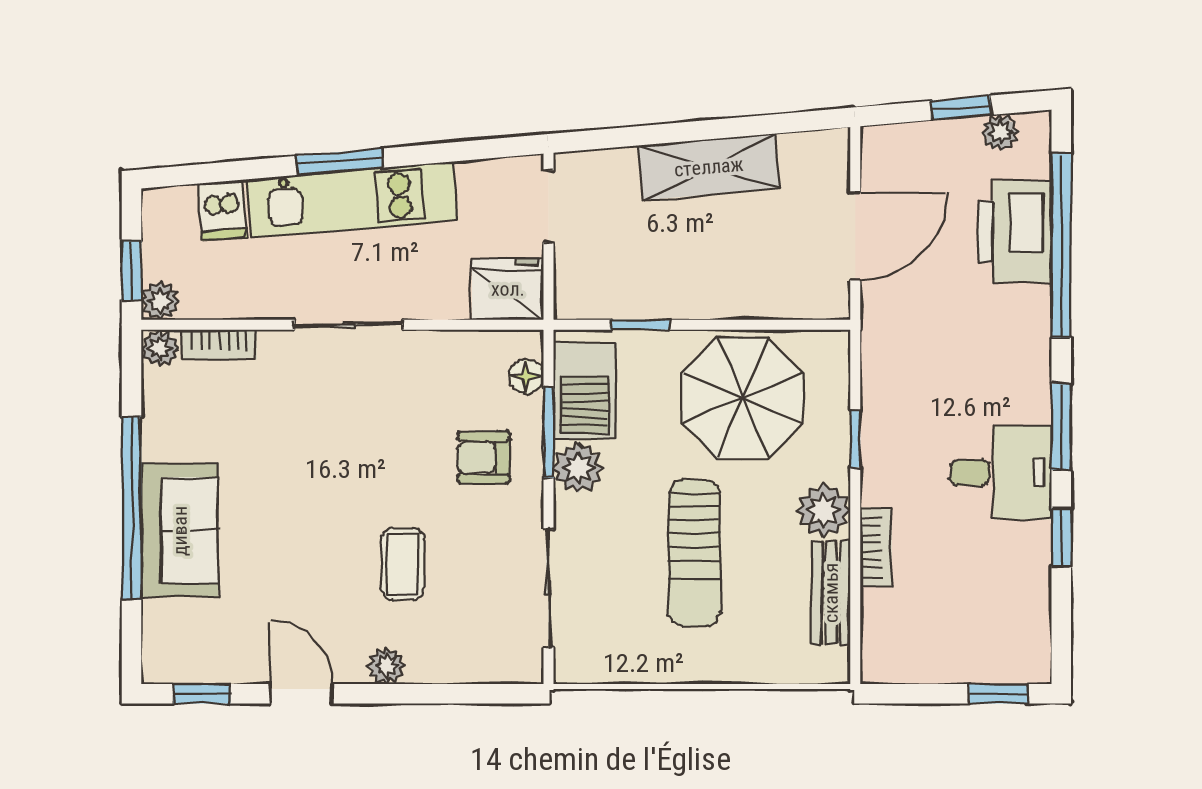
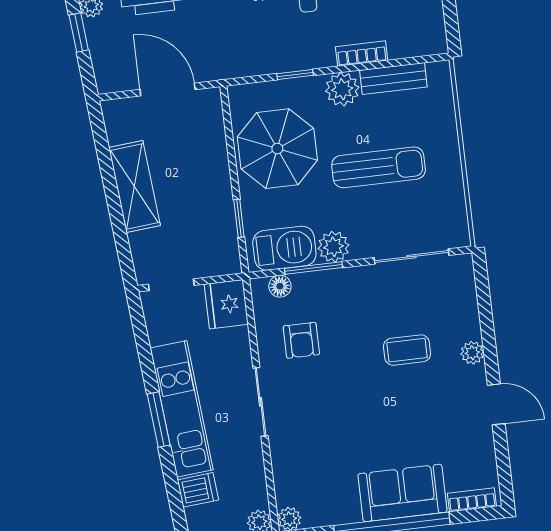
bookcase: (220, 344) -> (472, 500), moved, turned -90
armchair: (484, 457) -> (301, 340), moved
window: (202, 694) -> (504, 467), removed
door: (301, 694) -> (496, 404), swing flipped

